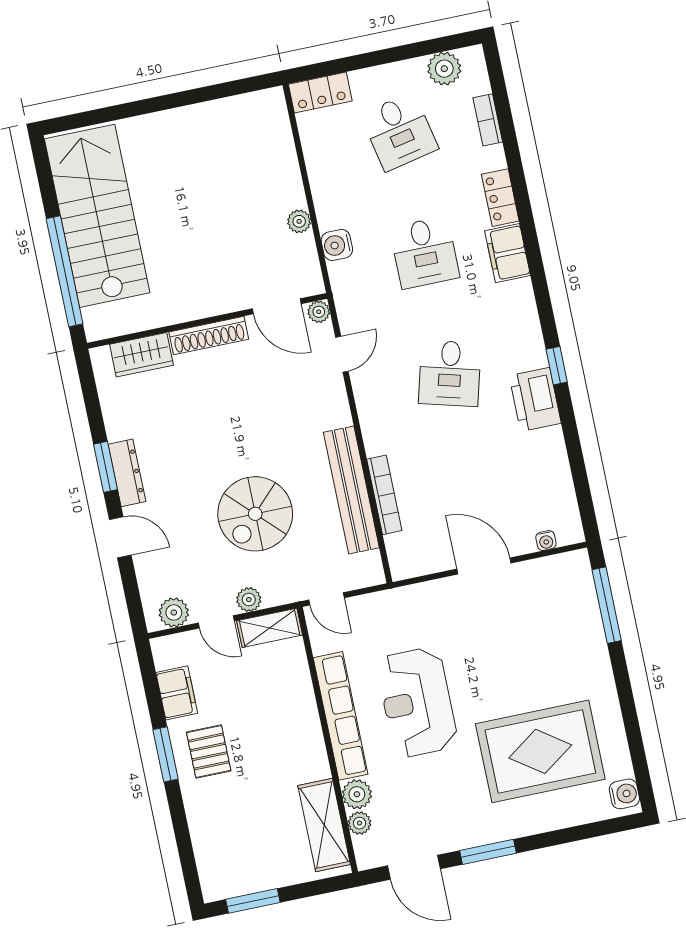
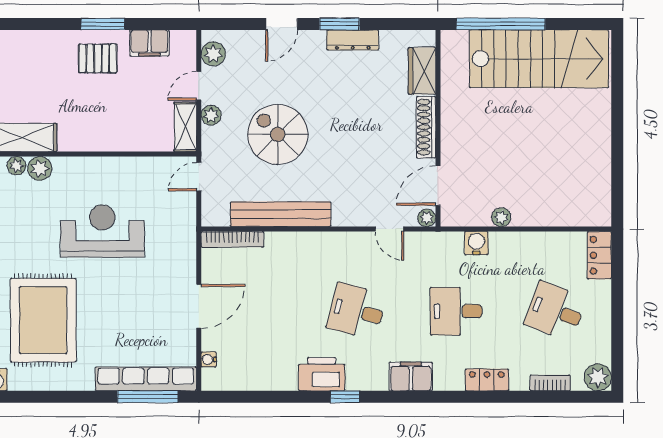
plant: (444, 69) -> (598, 377), moved
desk: (399, 132) -> (555, 311), turned 33
filing cabinet: (508, 253) -> (411, 377), moved
dresser: (127, 473) -> (353, 40), moved
bookcase: (384, 495) -> (232, 239), moved
row of seats: (341, 716) -> (146, 379), moved, turned 180

